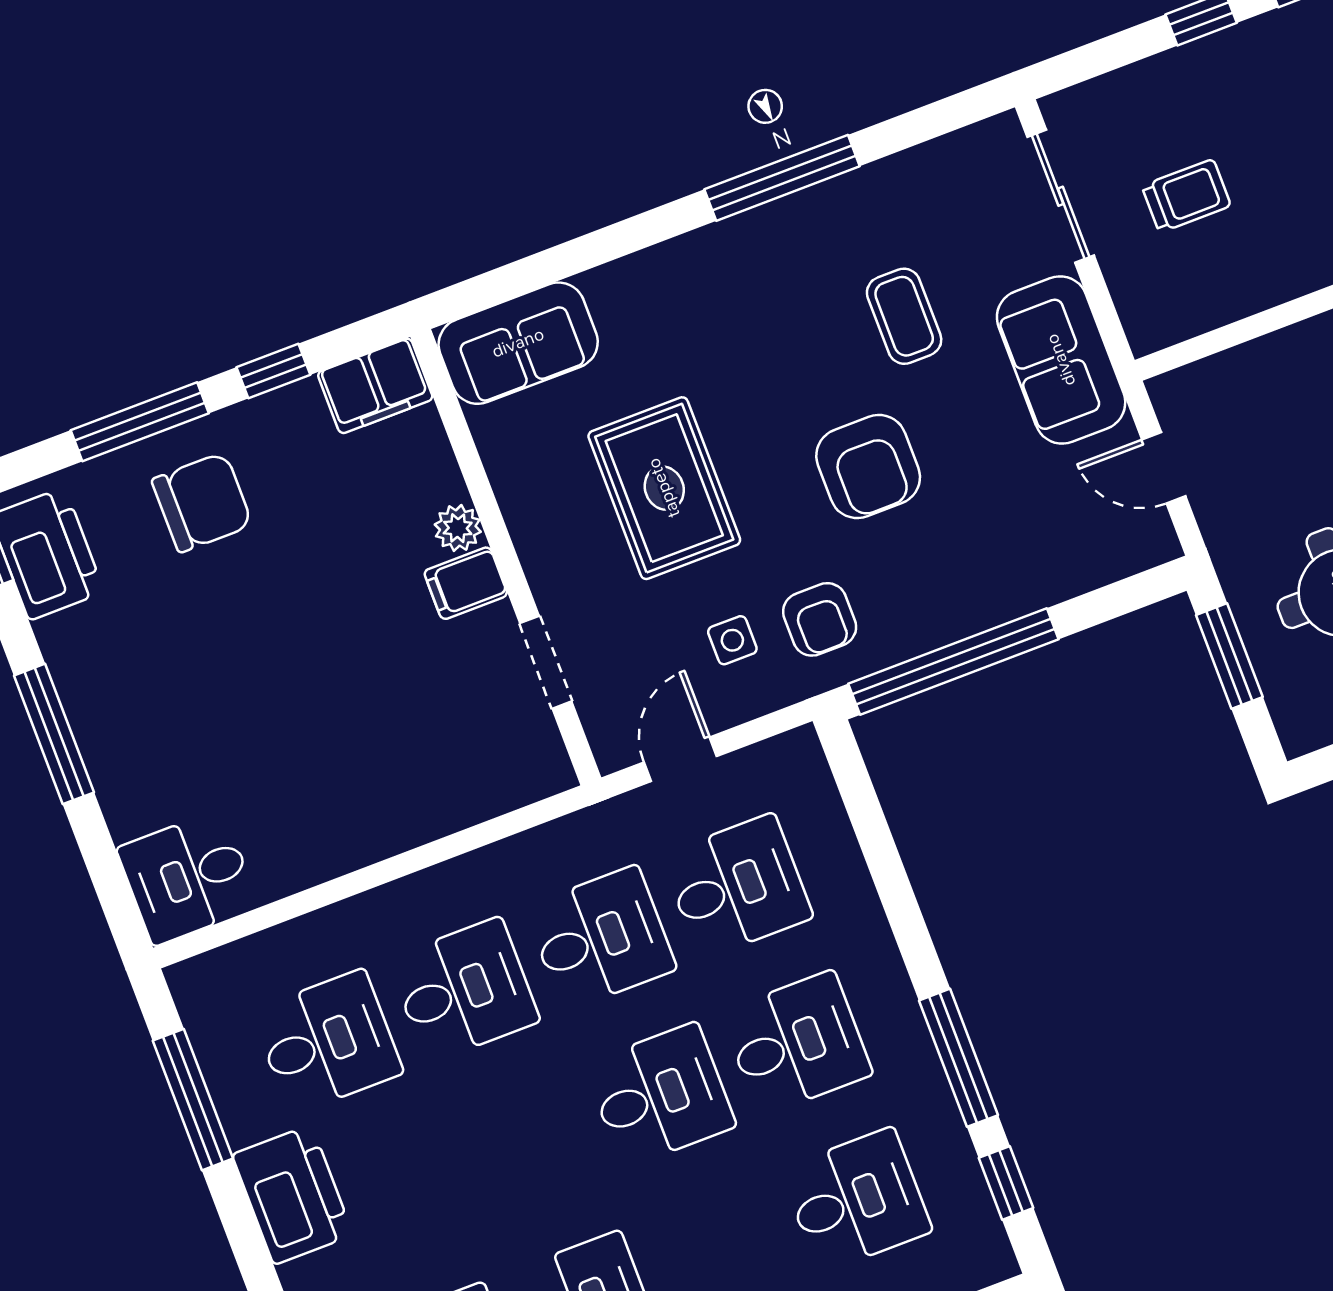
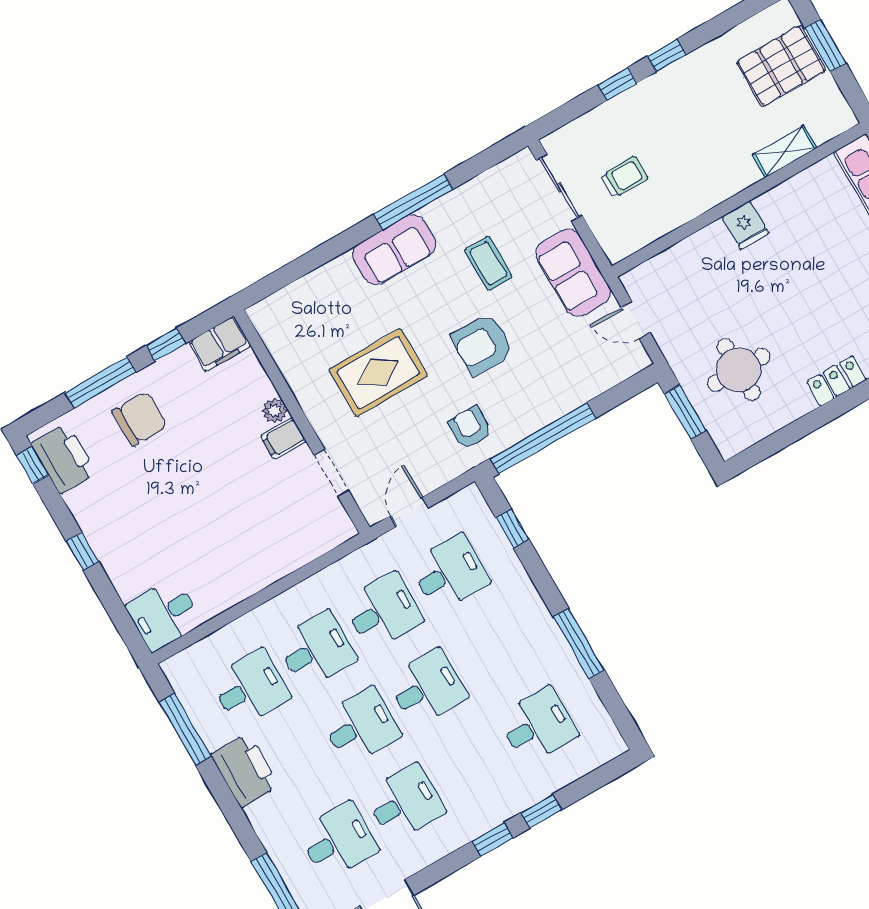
sofa: (518, 343) -> (394, 250), moved
armchair: (868, 467) -> (482, 344), turned 90
rug: (664, 488) -> (378, 373), turned 90
armchair: (820, 619) -> (470, 428), turned 180
side table: (732, 640) -> (426, 446), removed
window: (54, 734) -> (82, 551), width x0.46
desk: (797, 1043) -> (361, 726), moved
window: (1006, 1183) -> (512, 529), moved

